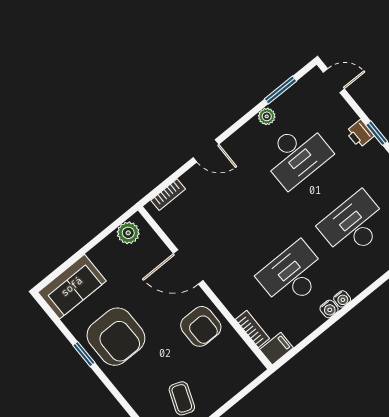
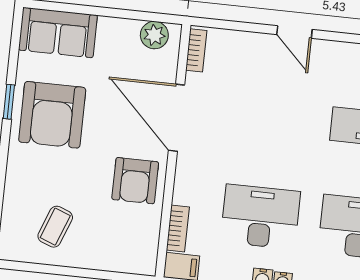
bookcase: (168, 195) -> (196, 50), moved, turned -90
door: (188, 267) -> (176, 118), width x1.36

